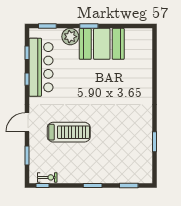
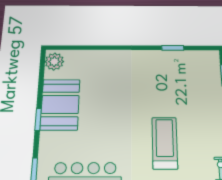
plant: (70, 37) -> (54, 62), moved

